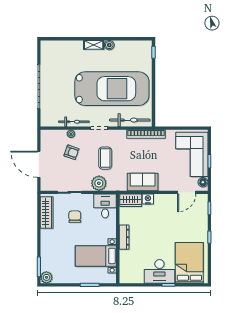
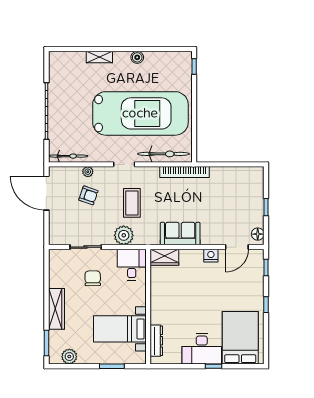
shelving: (94, 45) -> (99, 57), moved
bicycle: (74, 122) -> (68, 156), moved
corner sofa: (192, 154) -> (244, 198), removed
door: (39, 164) -> (46, 193), moved
nightstand: (148, 199) -> (211, 256), moved
wardrobe: (47, 213) -> (56, 309), moved
dresser: (124, 237) -> (156, 341), moved
plant: (46, 277) -> (69, 357), moved

